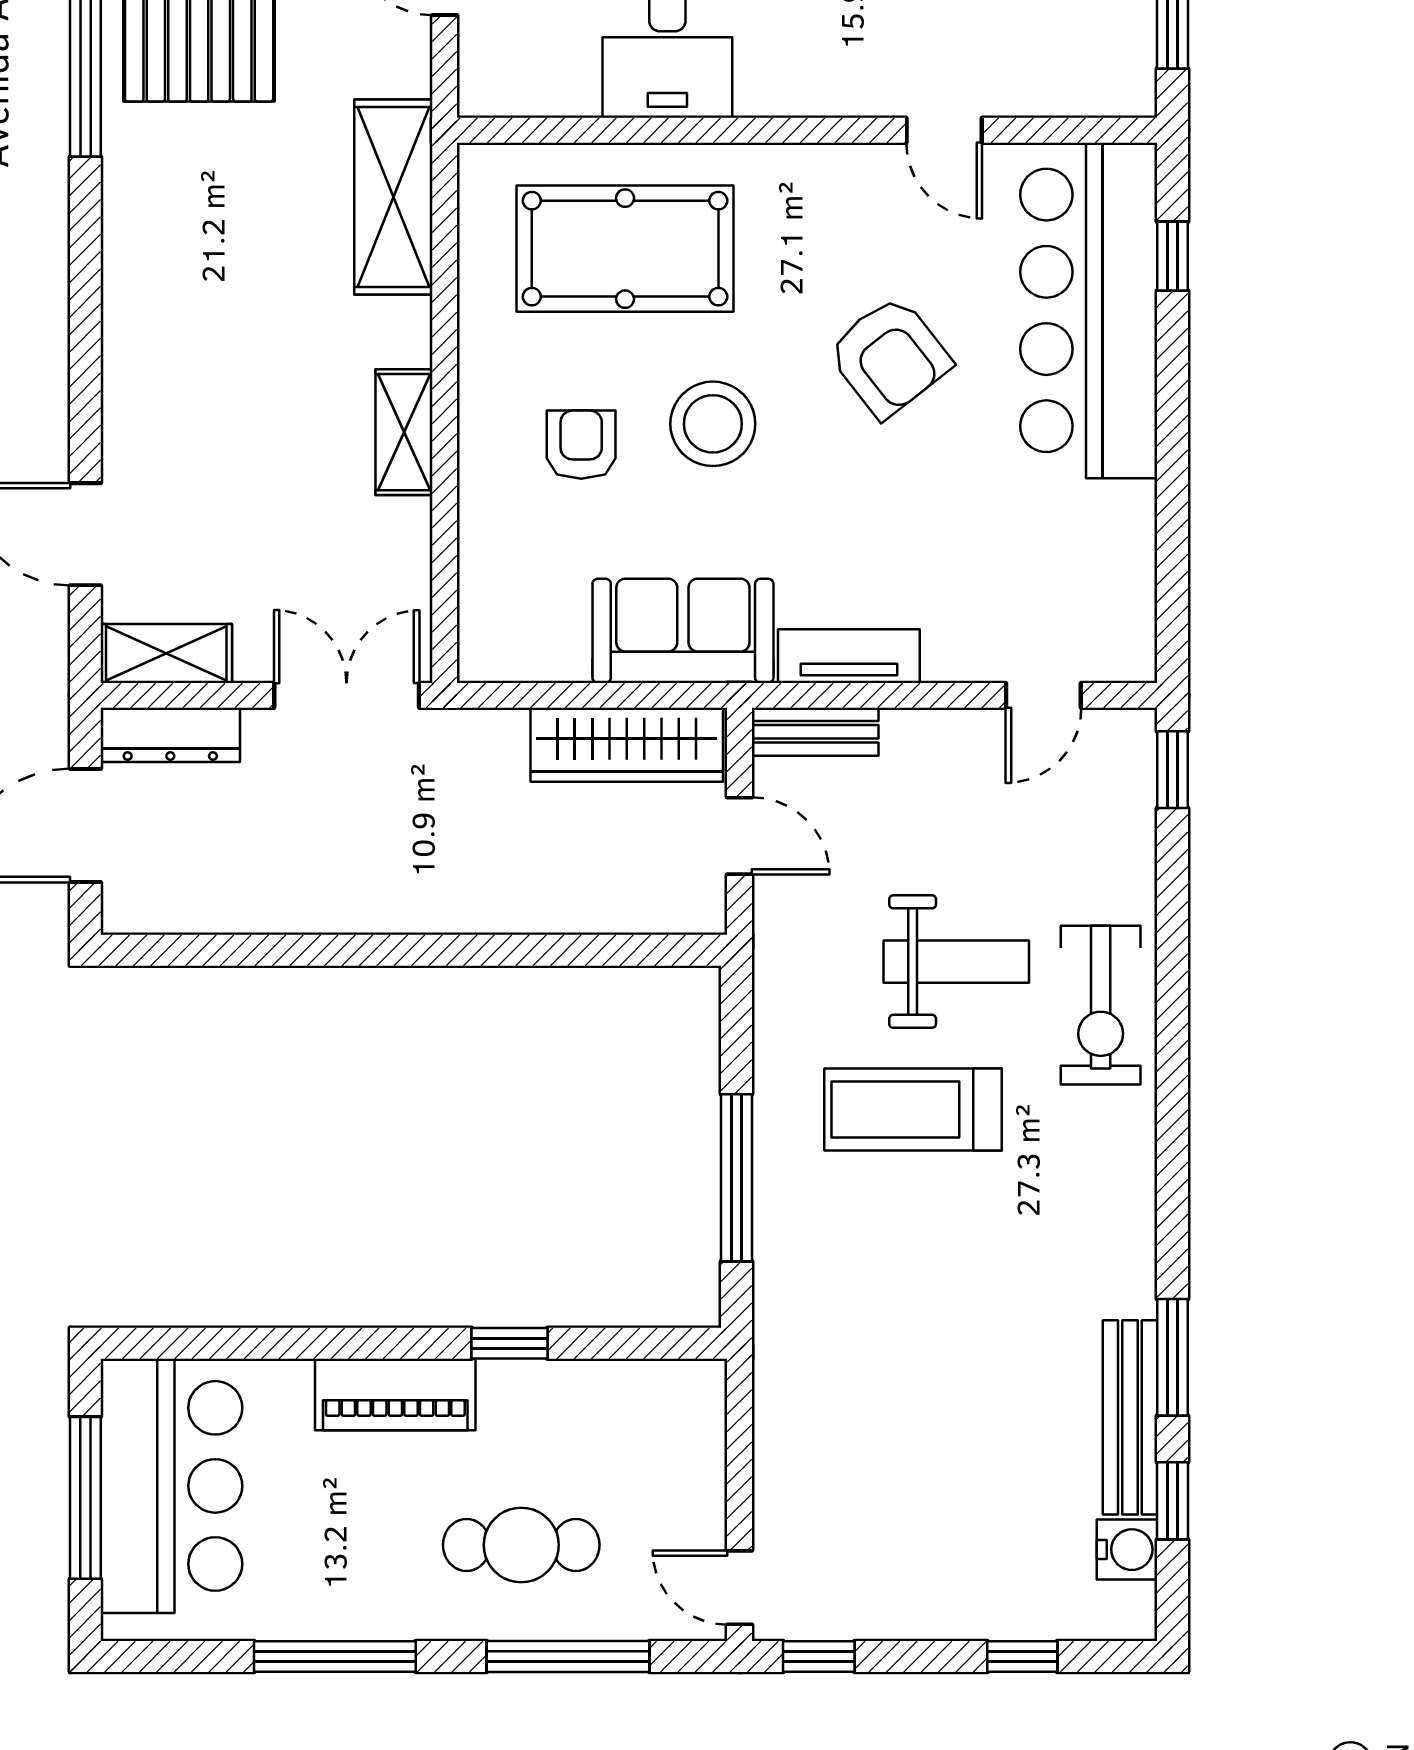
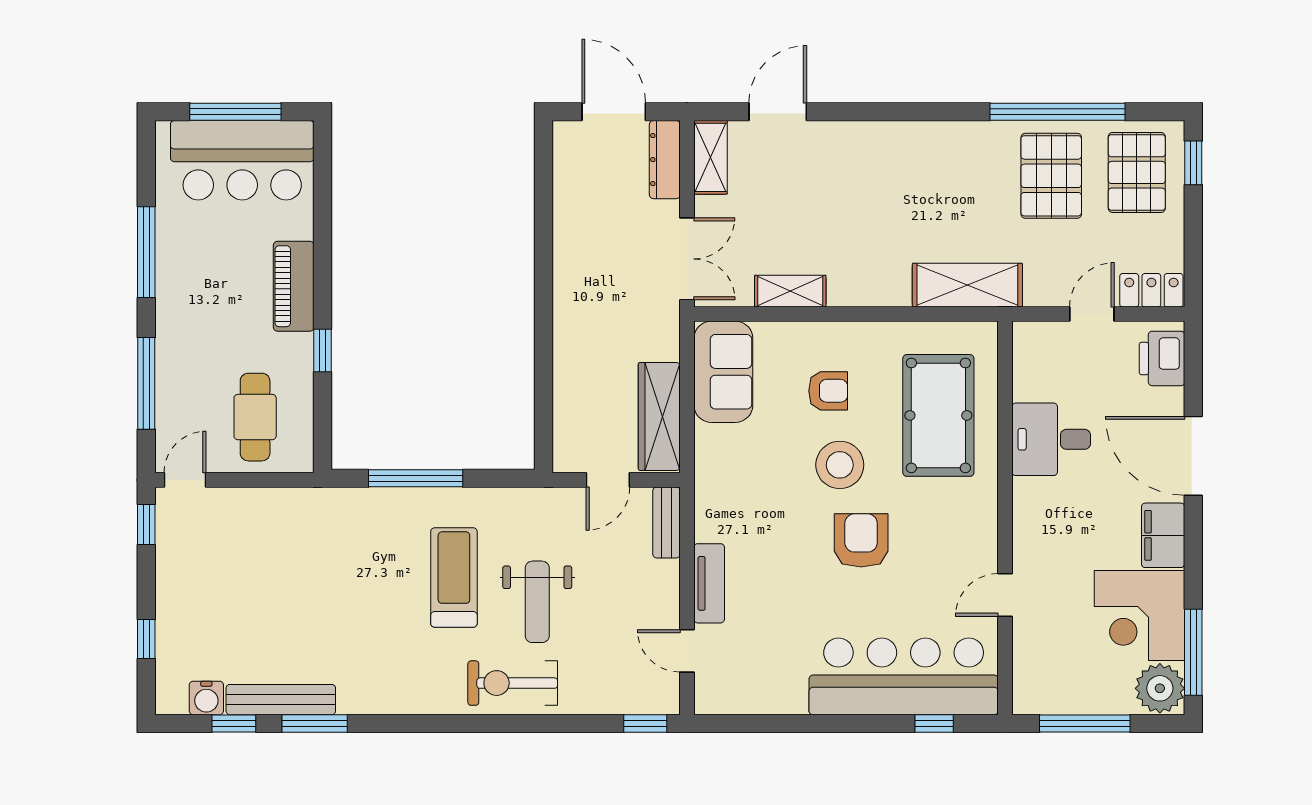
armchair: (889, 357) -> (861, 540), moved, turned 128
shelving: (404, 432) -> (790, 291), moved
sofa: (683, 631) -> (723, 372), moved
tv unit: (849, 656) -> (709, 583), moved
cafe table: (521, 1545) -> (255, 417), moved

